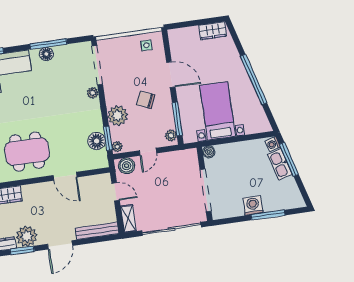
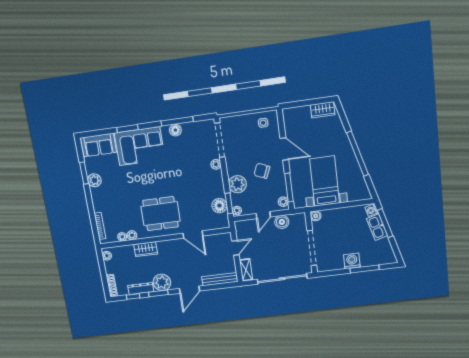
boiler: (127, 166) -> (282, 222), moved
door: (116, 192) -> (235, 248), hinge flipped

